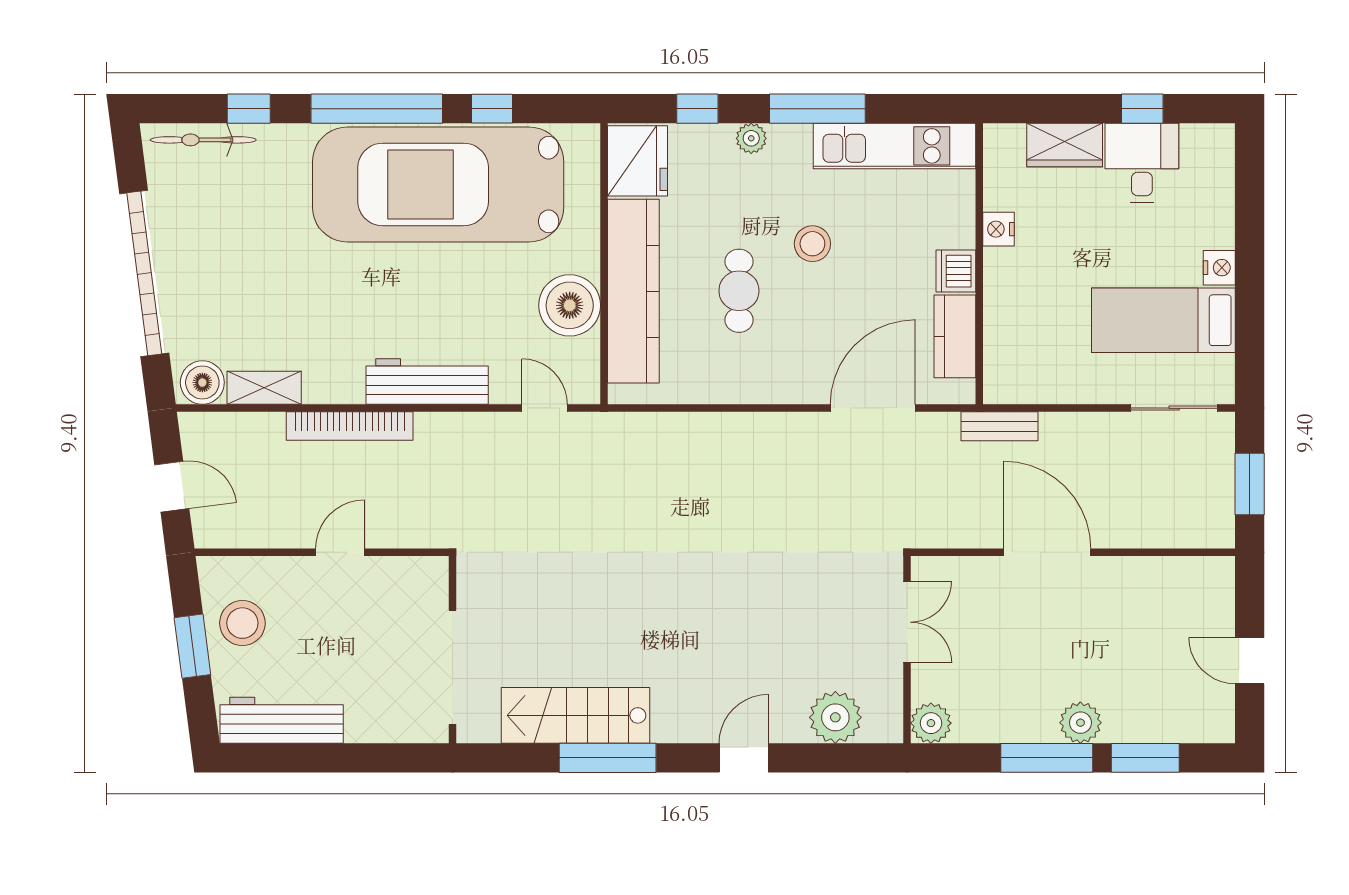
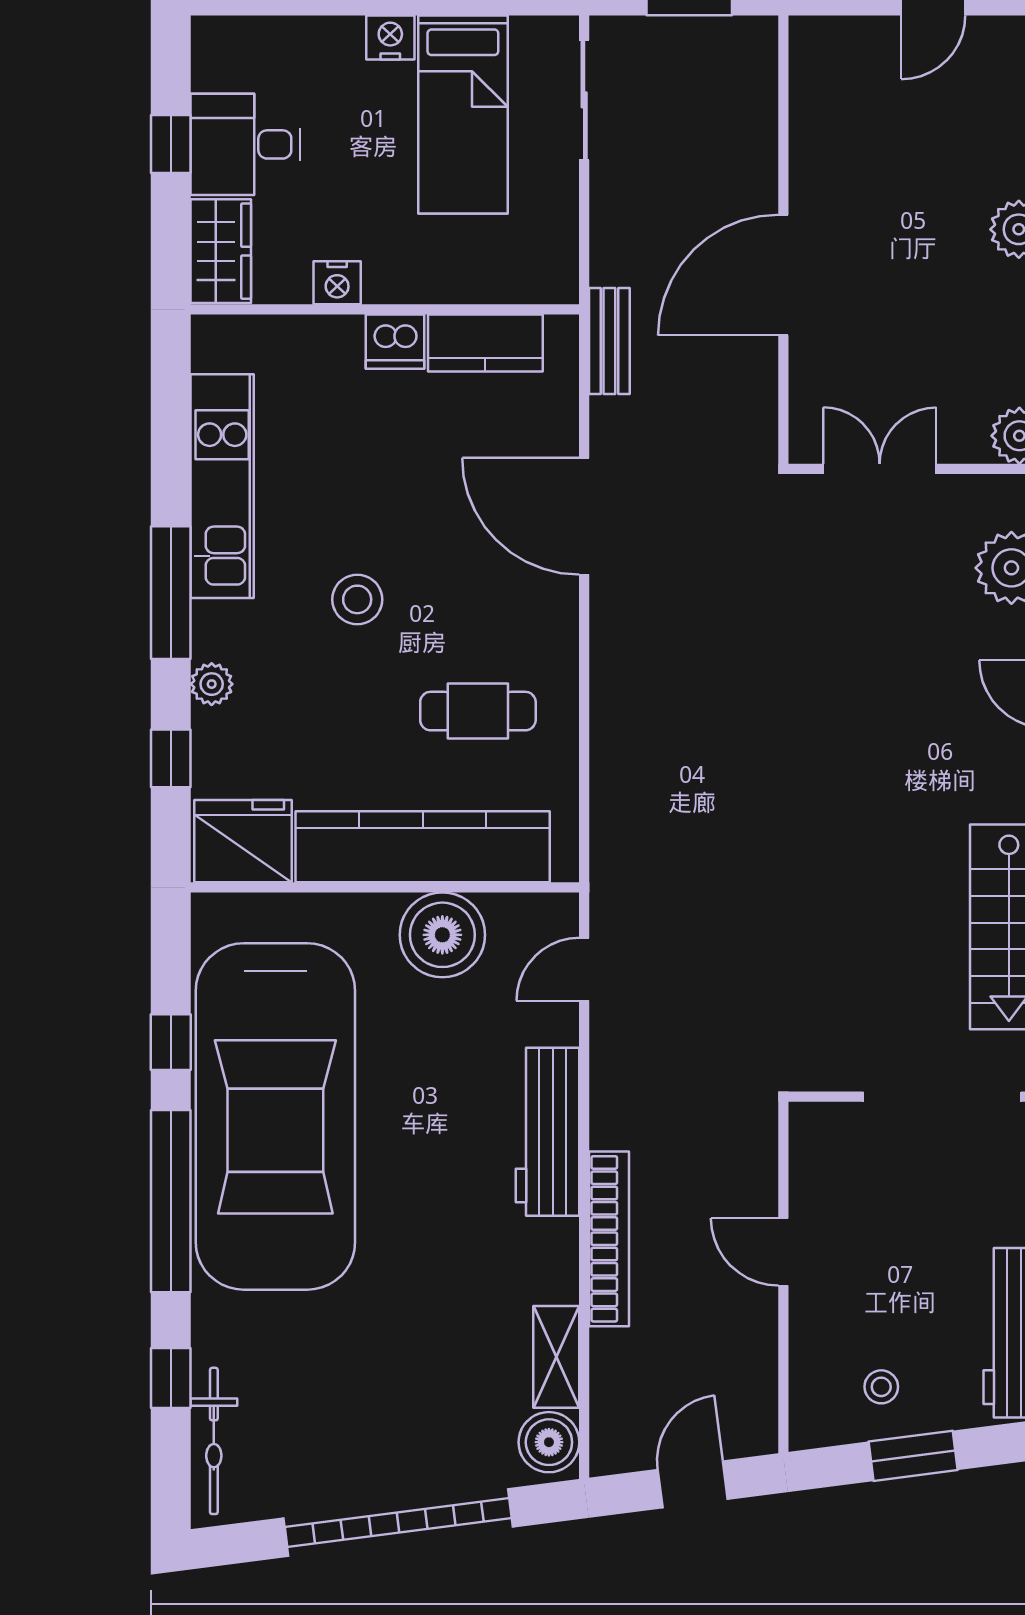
nightstand: (998, 229) -> (337, 283), moved
wall: (979, 264) -> (385, 309), moved
dishwasher: (956, 271) -> (395, 342), moved
cafe table: (739, 291) -> (478, 711), moved
kitchen counter: (955, 336) -> (485, 343), moved
stool: (242, 623) -> (881, 1387), width x0.53, depth x0.53

